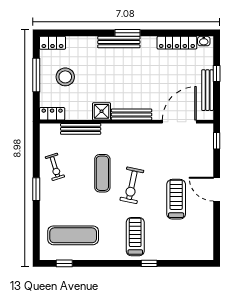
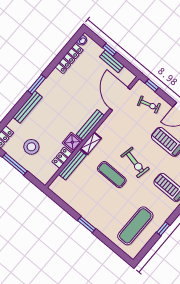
bench: (119, 42) -> (27, 107), moved
bench: (208, 90) -> (112, 61), width x0.73
locker: (52, 114) -> (62, 158), moved
shelving: (115, 129) -> (91, 143), added
exercise bike: (55, 167) -> (149, 105), moved
window: (64, 263) -> (163, 229), moved

